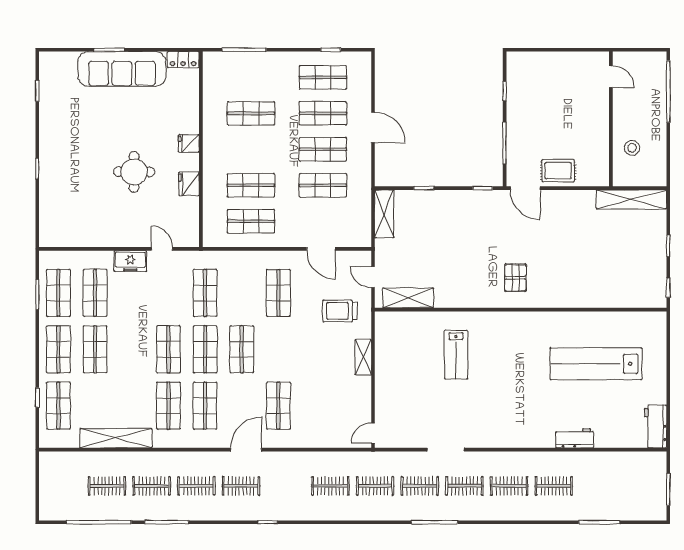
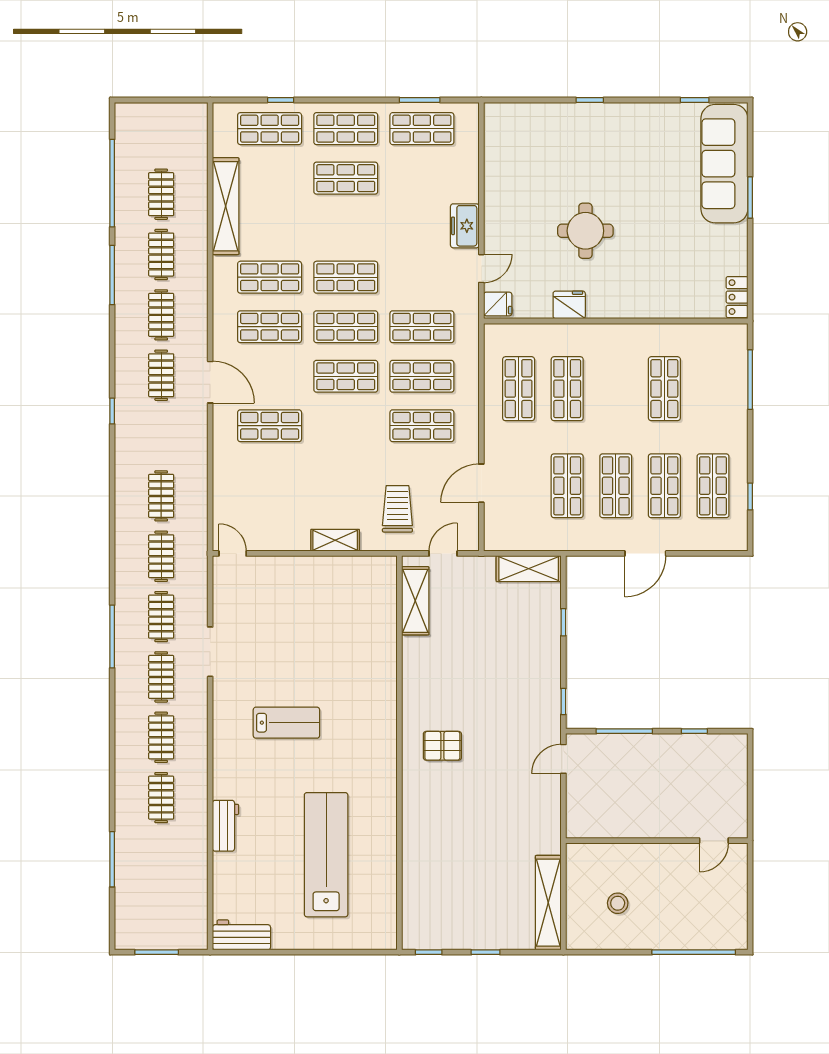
sofa: (122, 69) -> (724, 164), moved
door: (611, 77) -> (714, 841), moved
wall: (611, 119) -> (657, 841), moved
fridge: (189, 143) -> (498, 304), moved, turned 90
rug: (558, 171) -> (587, 803), removed
door: (525, 188) -> (563, 759), width x0.73
shop shelf: (95, 293) -> (422, 376), moved
lab bench: (456, 355) -> (286, 723), moved, turned 180

